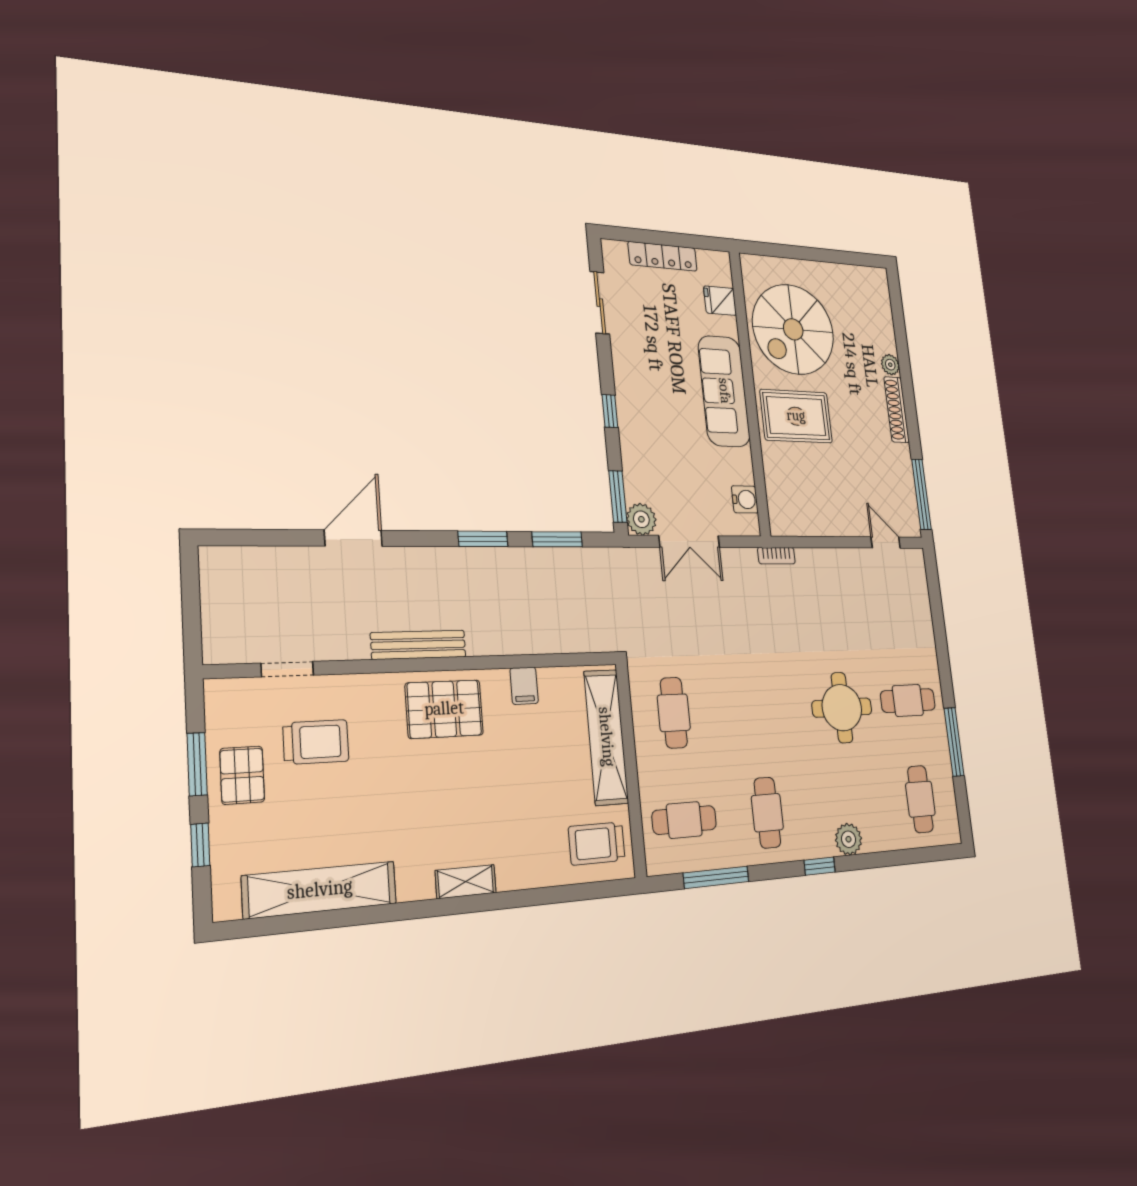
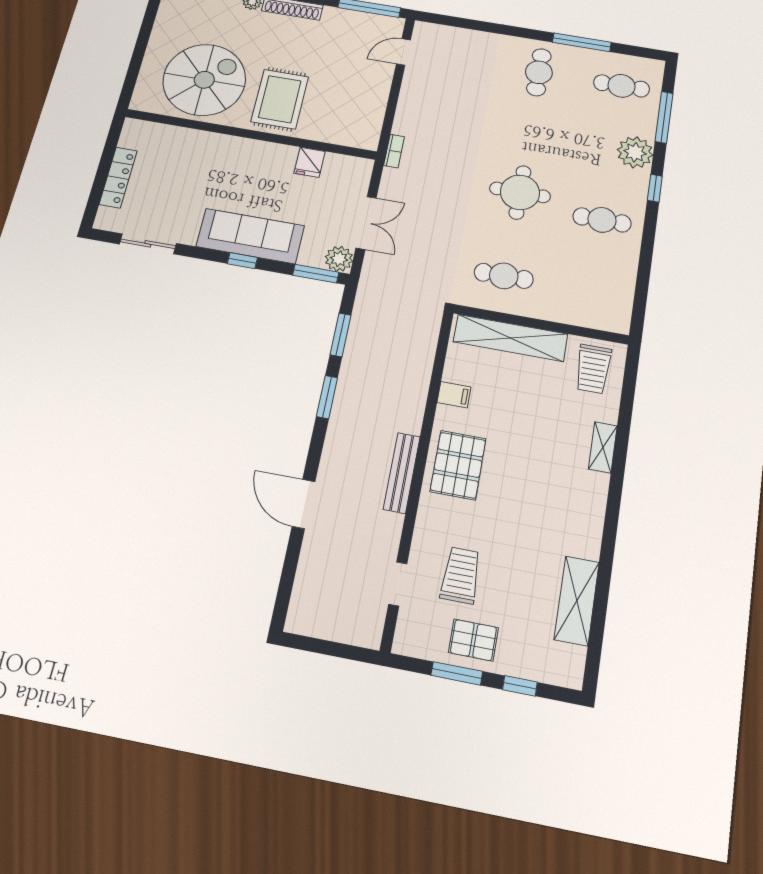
fridge: (720, 301) -> (310, 162), moved
spiral stairs: (793, 329) -> (204, 80), turned -90
sofa: (724, 391) -> (250, 236), moved, turned 180
water cooler: (745, 499) -> (341, 165), removed
round table: (842, 708) -> (520, 192), moved
cafe table: (684, 820) -> (592, 291), removed
plant: (848, 839) -> (635, 152), width x1.36, depth x1.36
window: (716, 877) -> (664, 117), moved
shelving: (466, 882) -> (603, 447), moved
shelving: (320, 890) -> (577, 601), width x0.68

